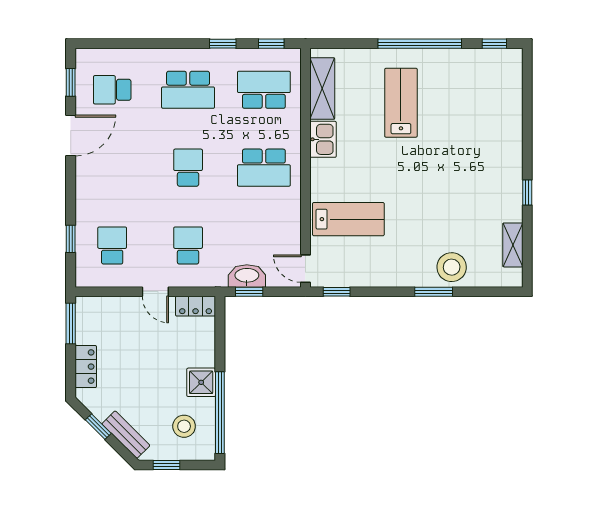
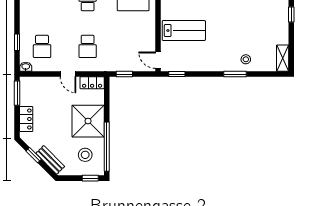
shelving: (513, 245) -> (283, 58), moved
school desk: (112, 246) -> (42, 46), turned 180
school desk: (188, 246) -> (88, 46), turned 180
stool: (452, 267) -> (246, 59), width x0.53, depth x0.53
washbasin: (247, 276) -> (26, 67), moved, width x0.52, depth x0.69
shower: (201, 382) -> (88, 121), width x1.86, depth x1.86
window: (166, 465) -> (90, 178), moved

